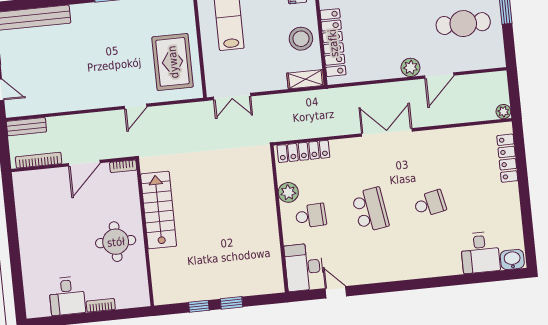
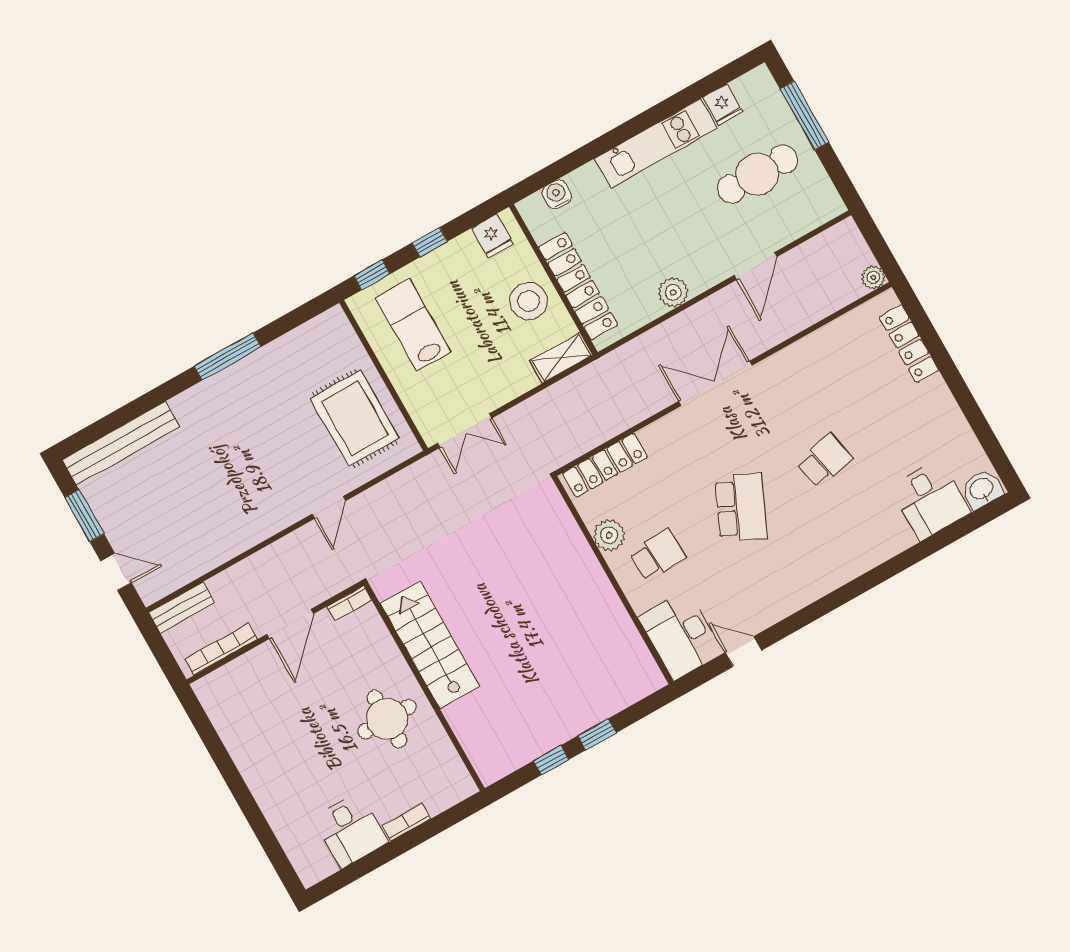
plant: (410, 67) -> (673, 292), moved
school desk: (370, 210) -> (741, 508), turned 33

